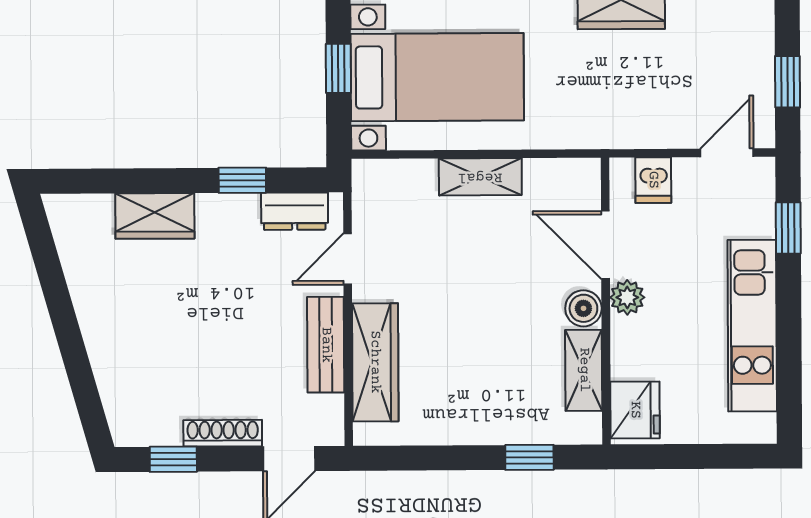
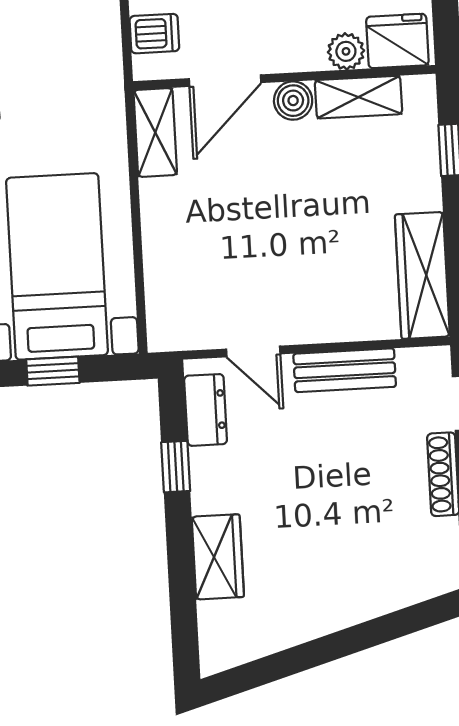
shelving: (480, 177) -> (155, 132), moved
plant: (627, 297) -> (346, 51), moved
wardrobe: (375, 362) -> (422, 275), moved, turned -90

